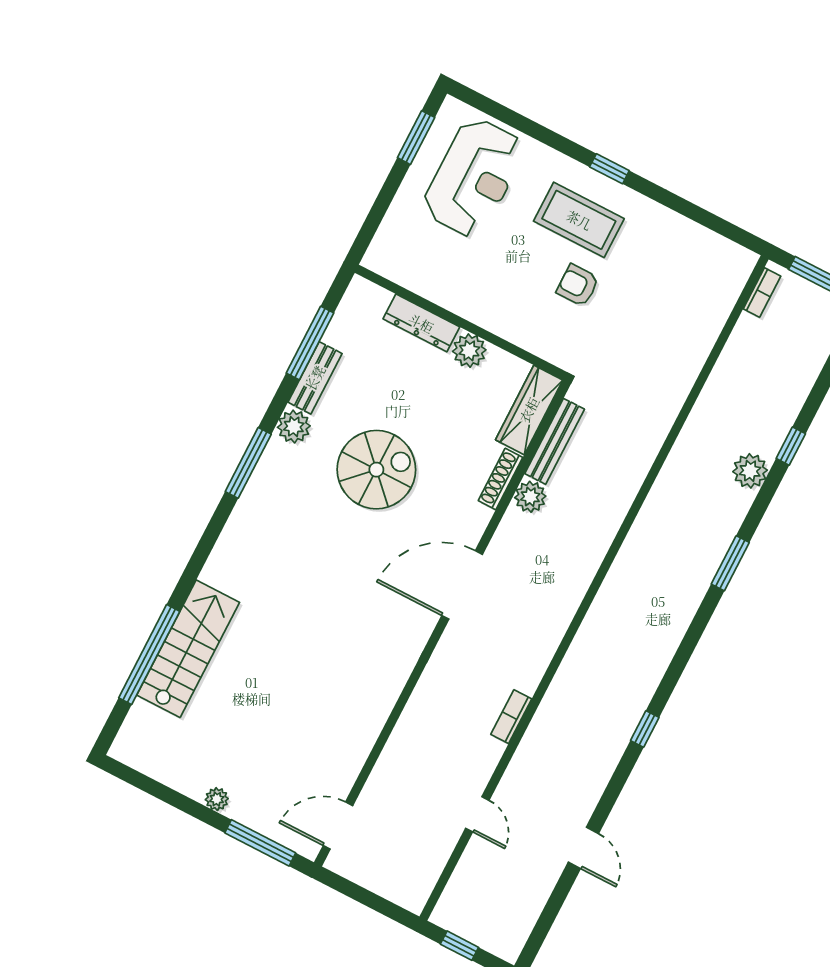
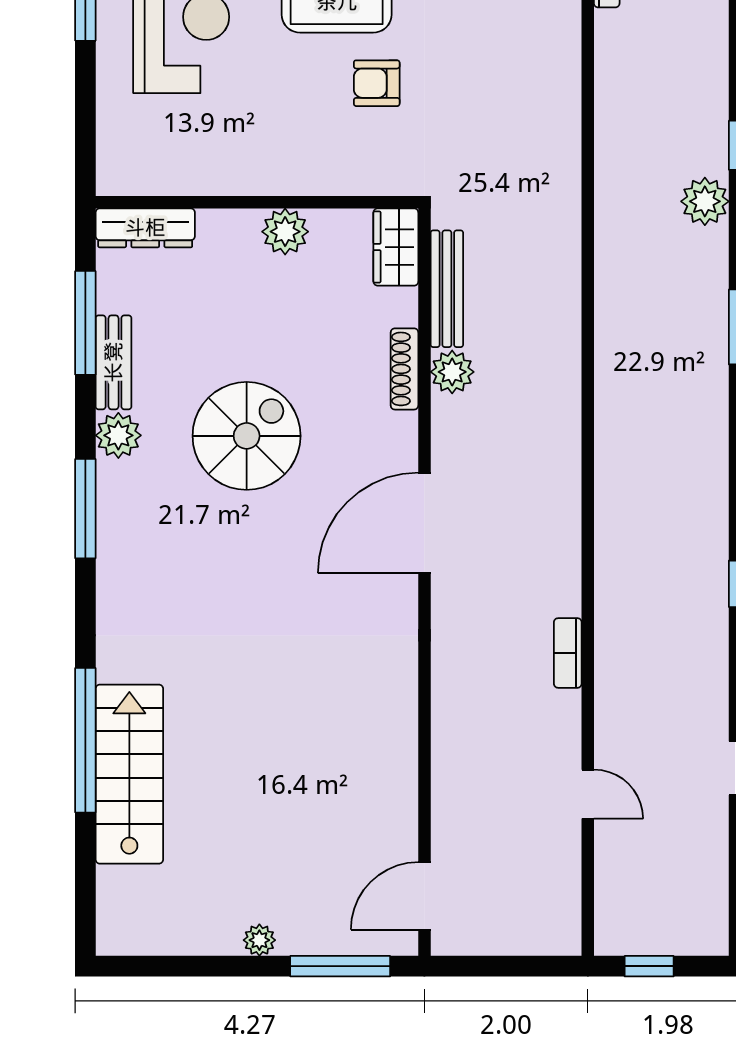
dresser: (421, 323) -> (145, 228), moved
wardrobe: (529, 410) -> (396, 247), width x0.67
window: (149, 655) -> (85, 740), moved

